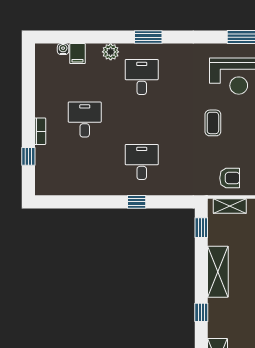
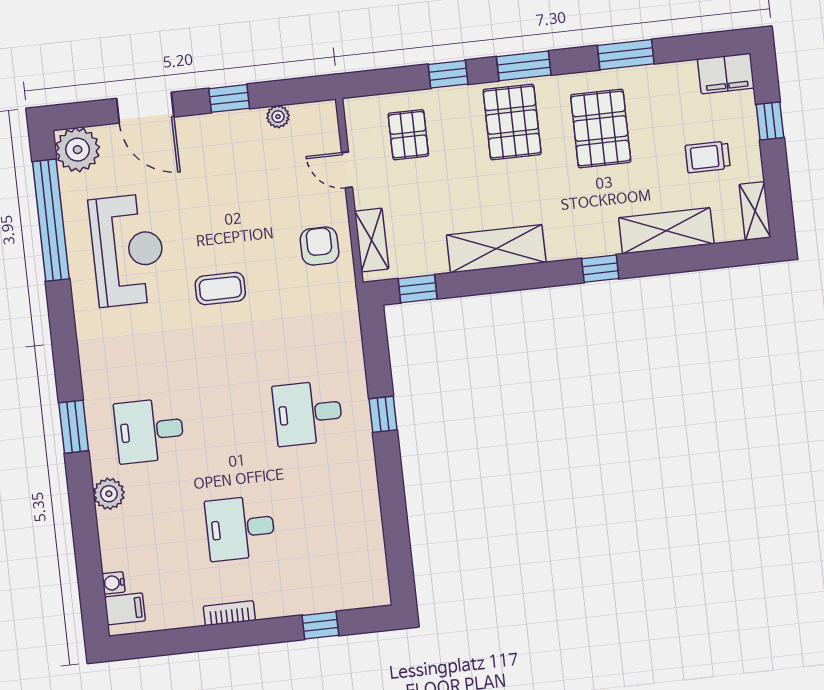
filing cabinet: (78, 54) -> (125, 609), moved
bookcase: (40, 131) -> (229, 613), moved
window: (201, 312) -> (600, 269), moved

